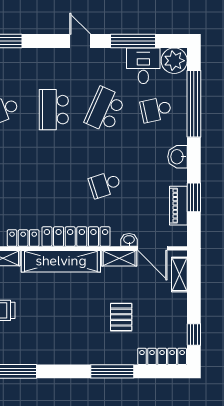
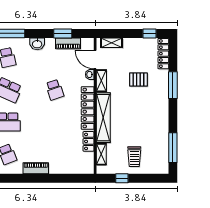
door: (153, 248) -> (95, 60), swing flipped

